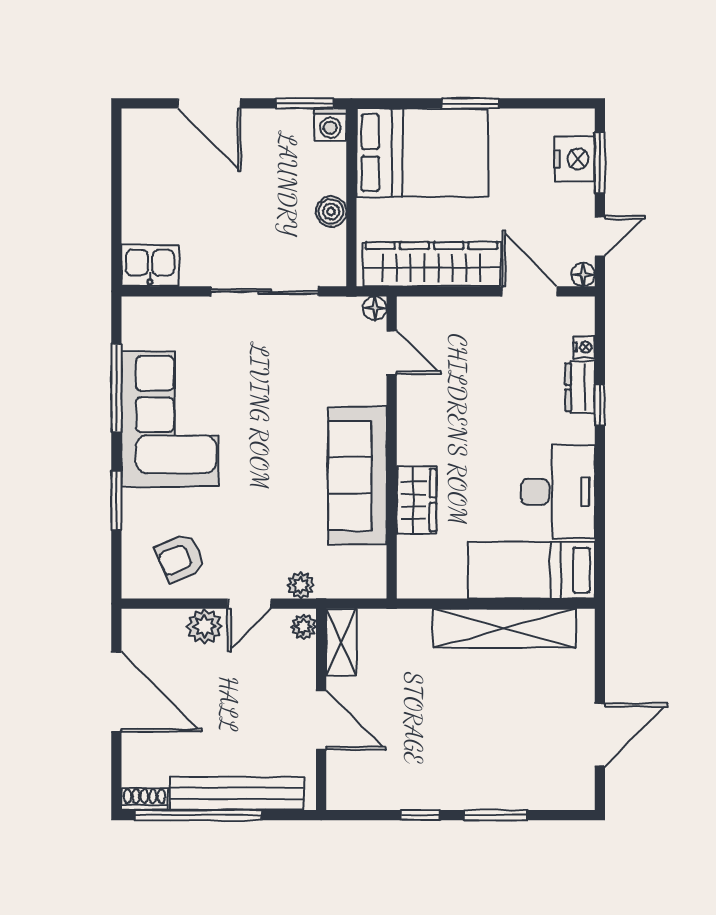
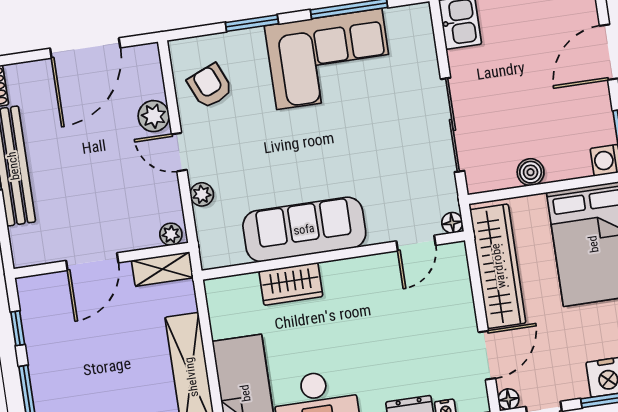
plant: (304, 627) -> (171, 234), moved
shelving: (341, 642) -> (162, 269), moved
wall: (321, 709) -> (101, 260), moved
door: (321, 720) -> (92, 262), moved

